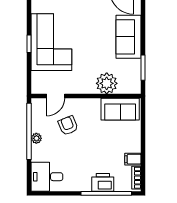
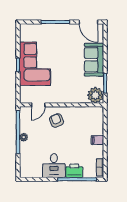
plant: (107, 83) -> (95, 95), moved
sofa: (120, 109) -> (88, 115), removed
armchair: (68, 125) -> (56, 121), moved
filing cabinet: (133, 159) -> (97, 140), moved
desk: (47, 177) -> (54, 166), moved, turned -90

